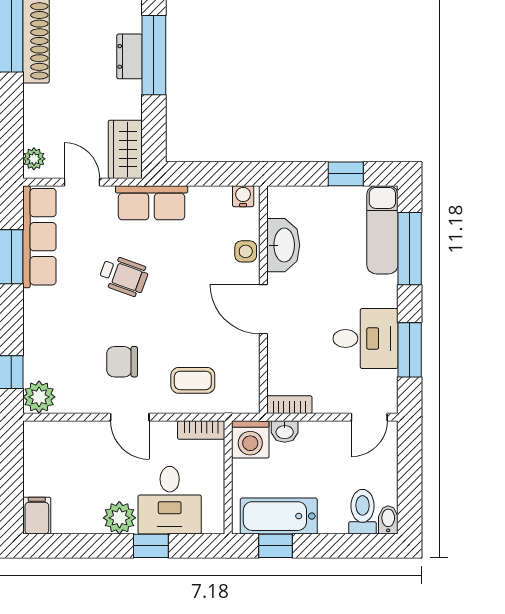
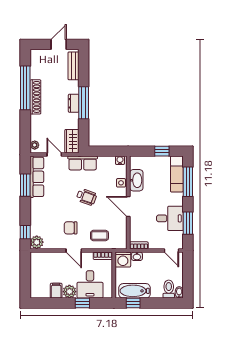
wheelchair: (124, 276) -> (86, 197), moved
door: (369, 417) -> (171, 251), hinge flipped
filing cabinet: (37, 516) -> (56, 291), moved

